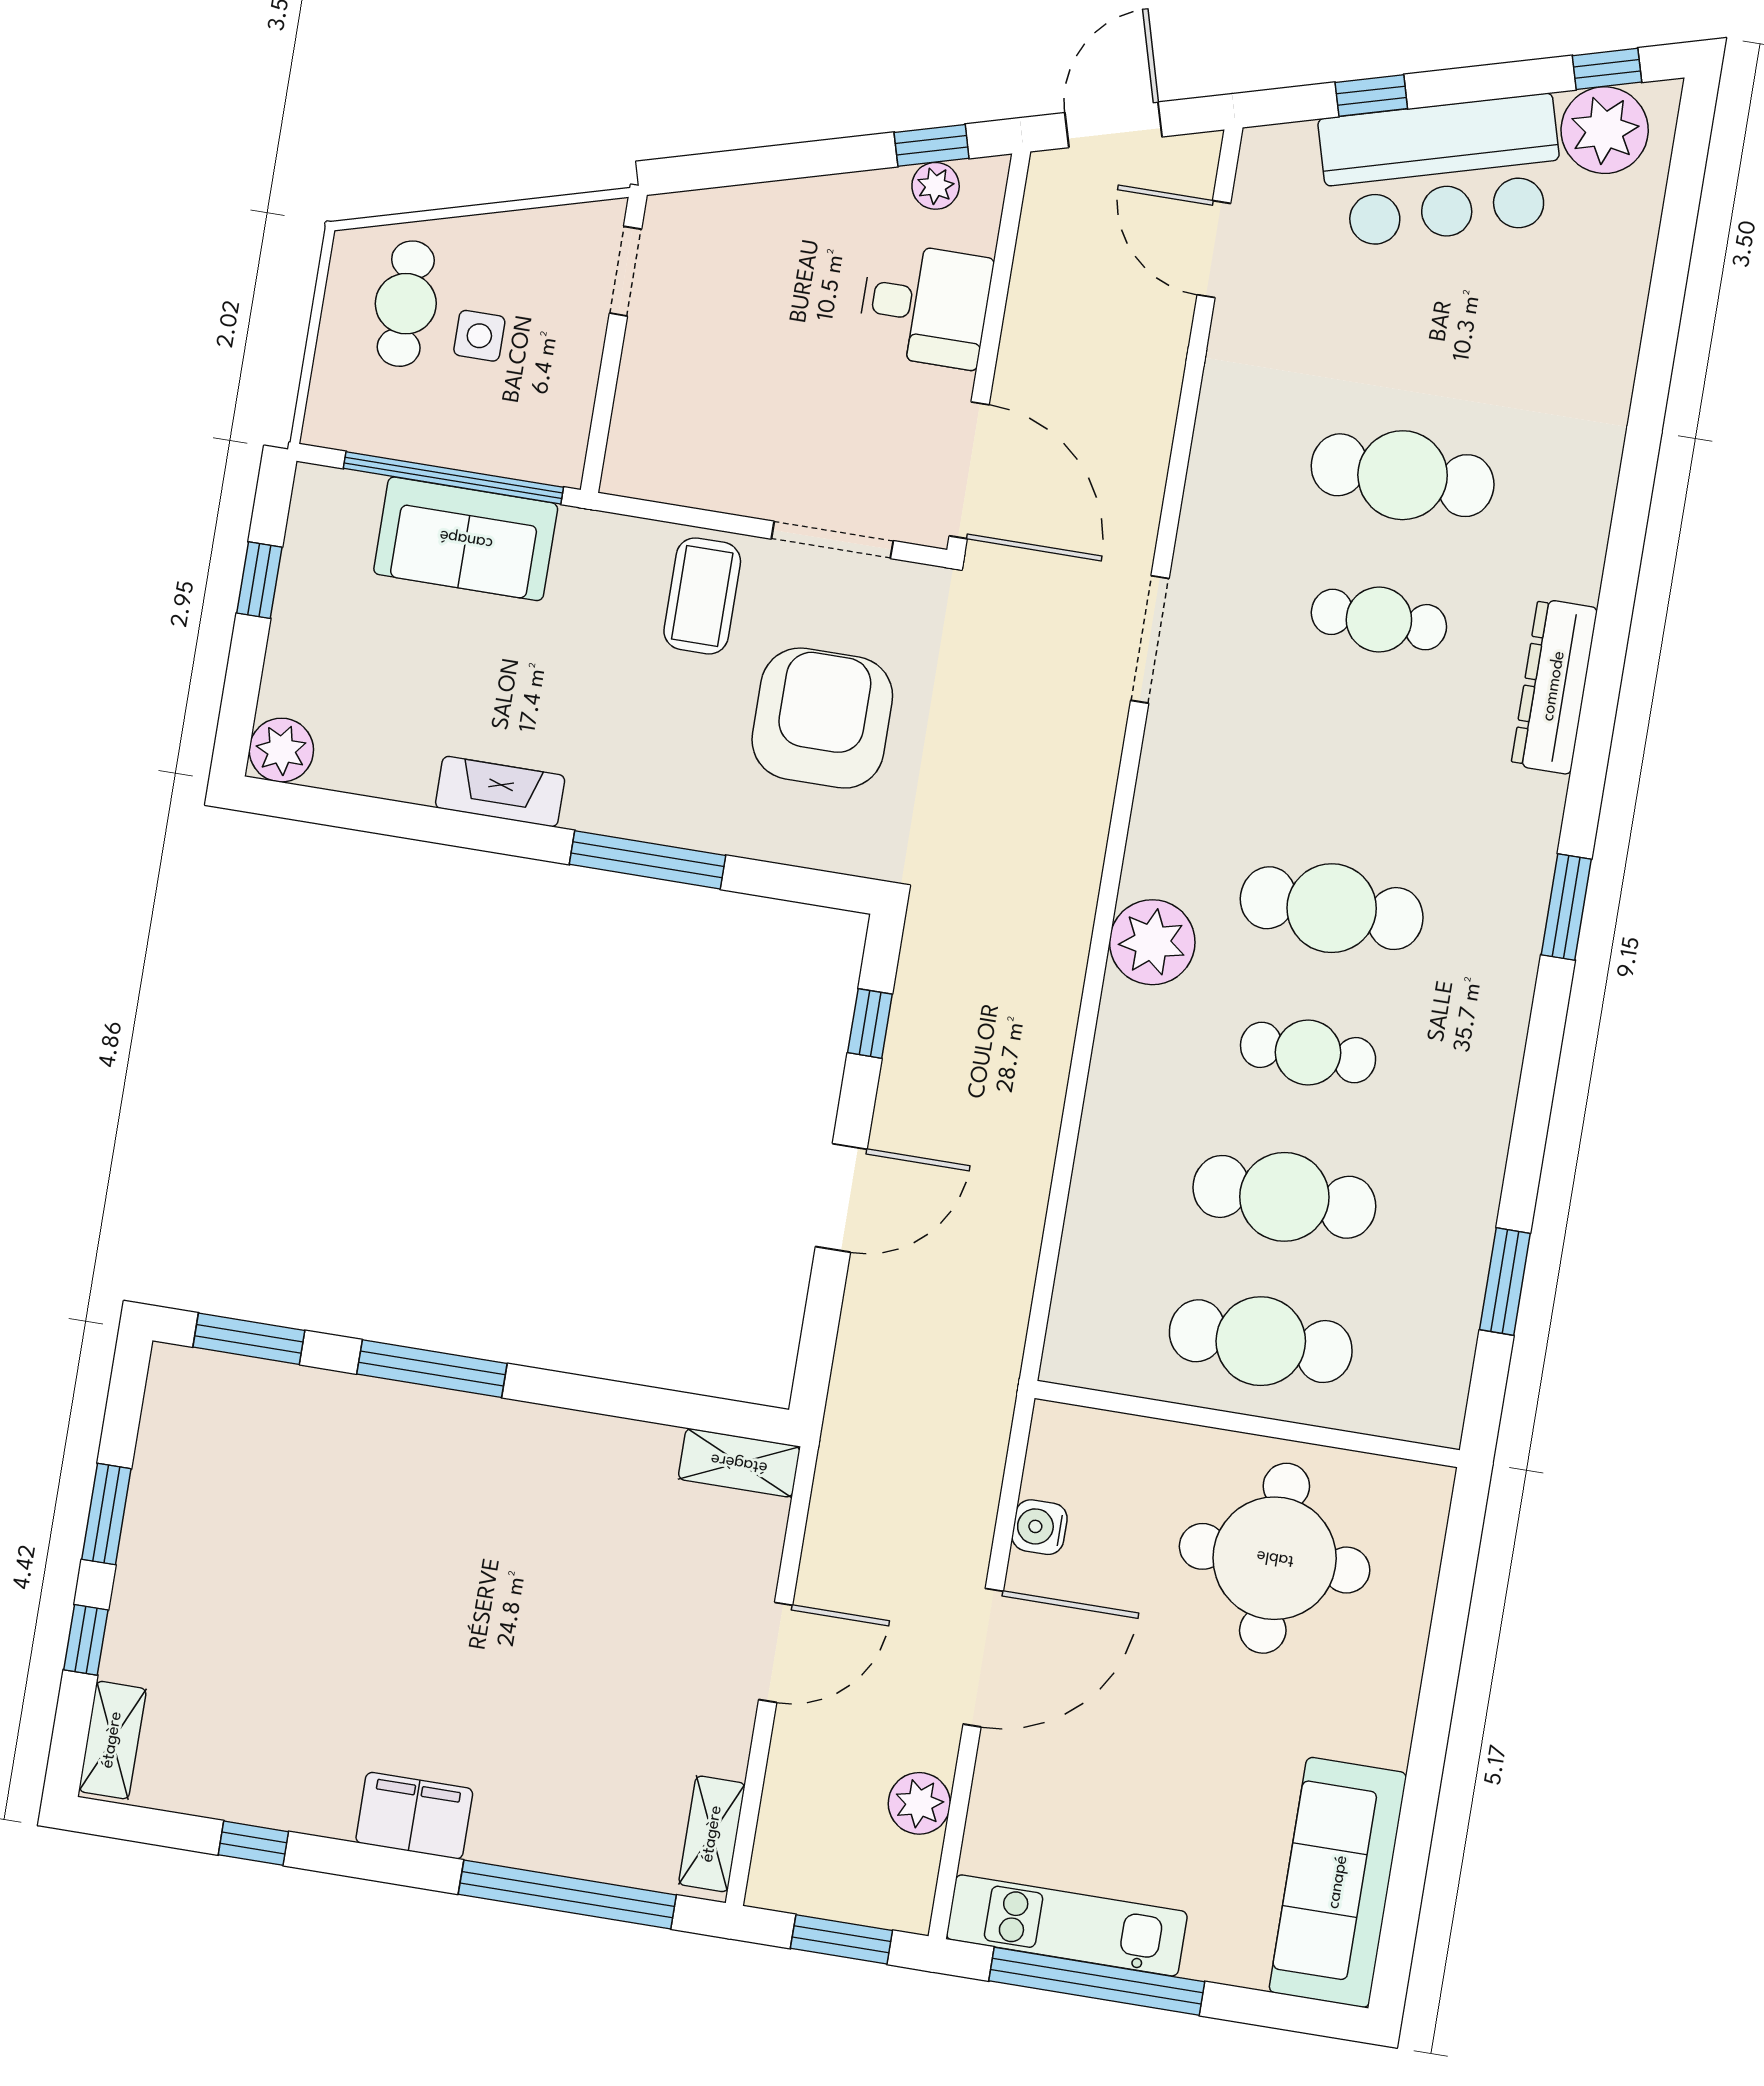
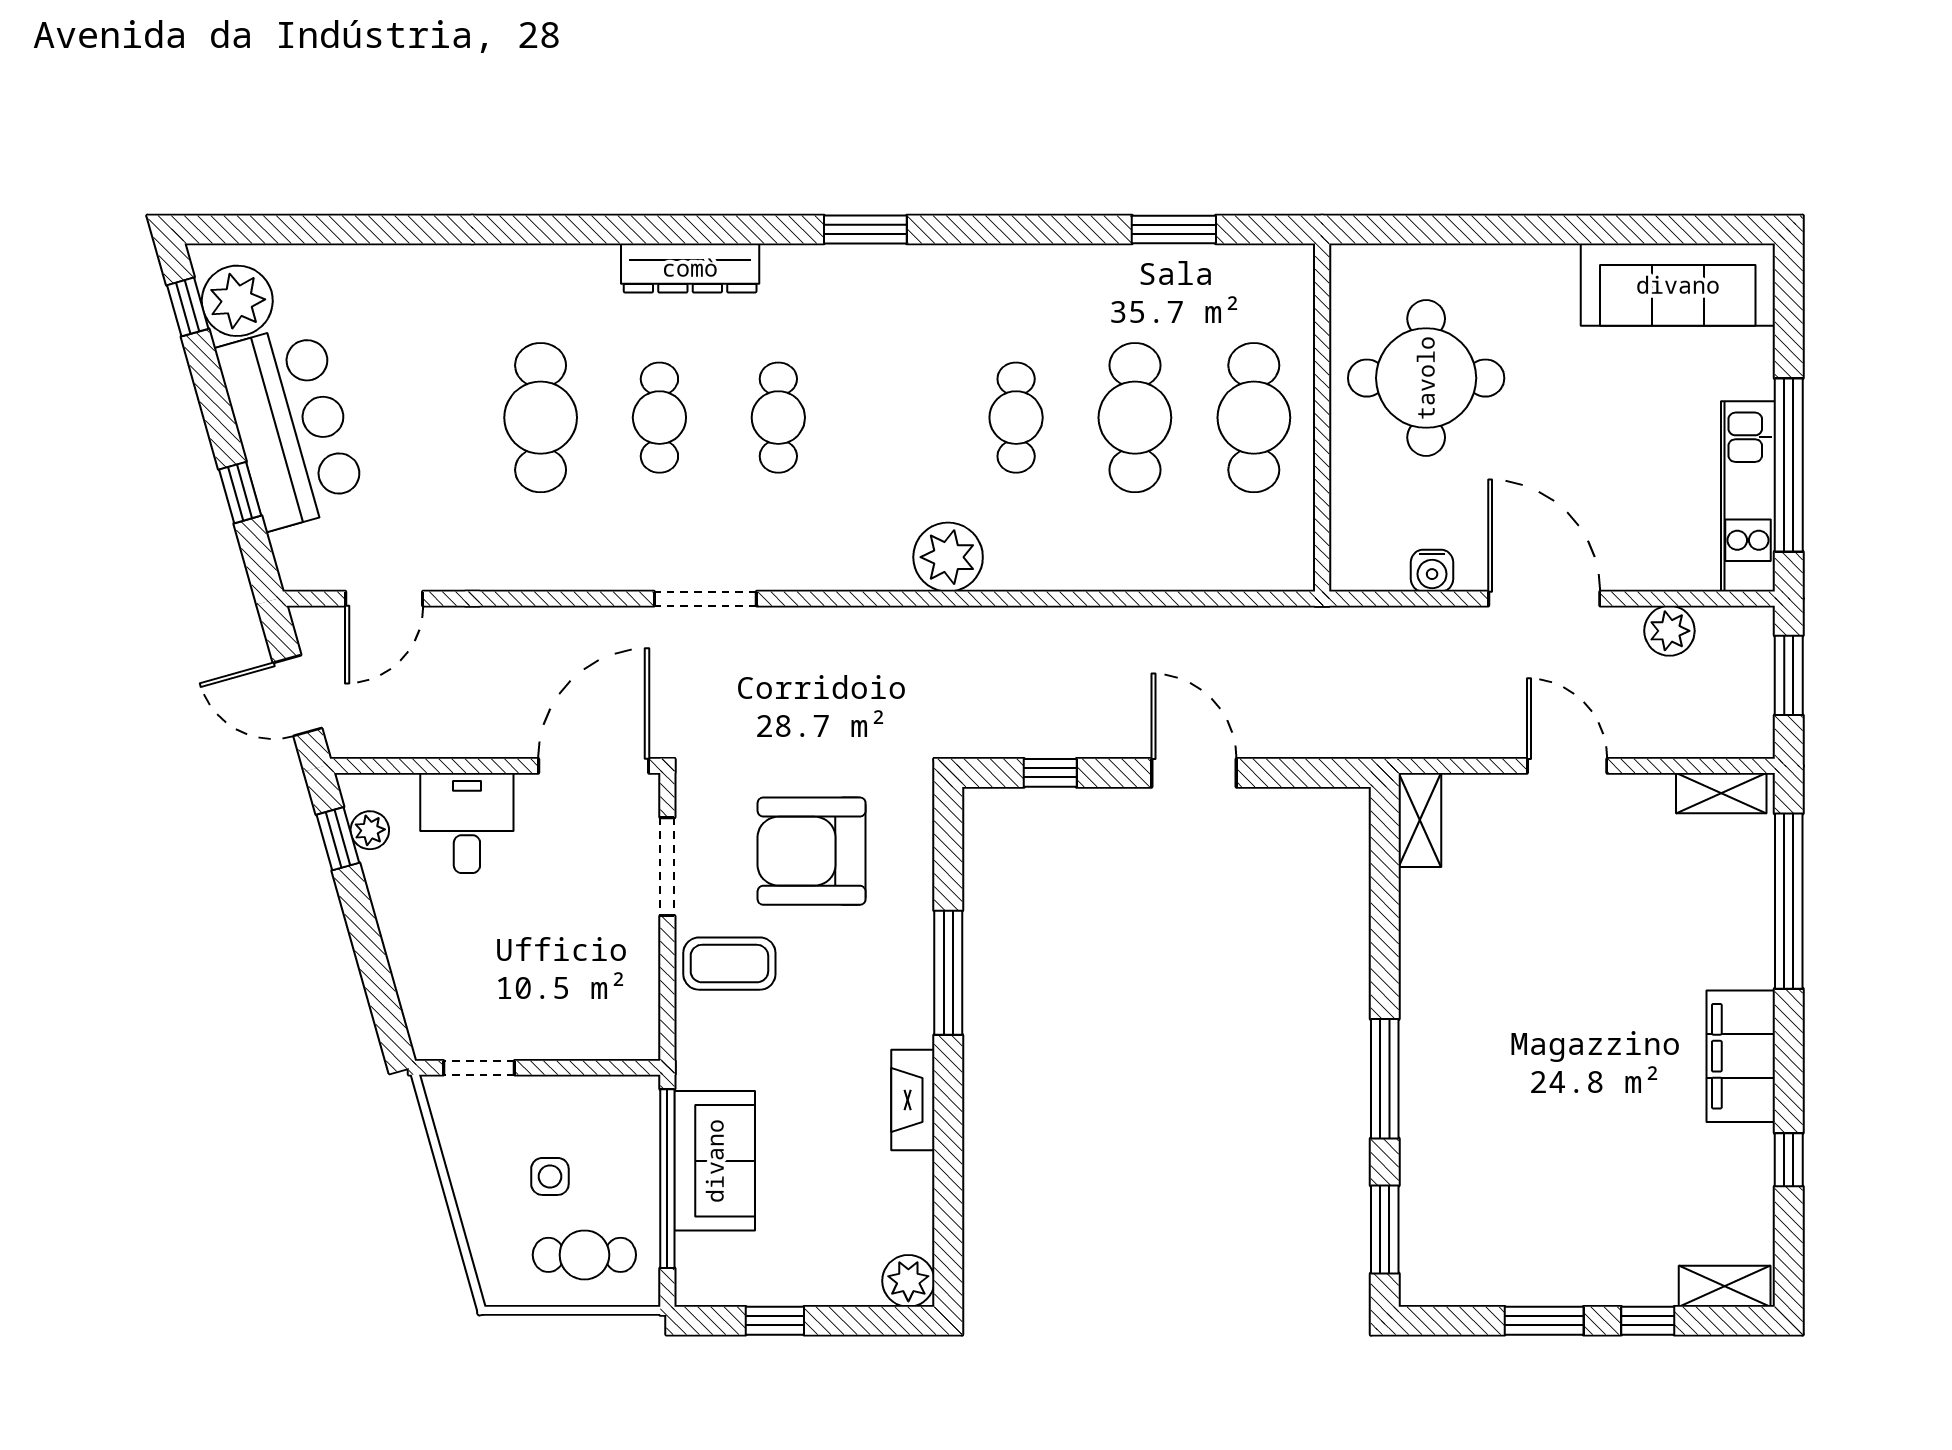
cafe table: (406, 304) -> (584, 1255), moved
cafe table: (1332, 908) -> (778, 418), moved, width x0.73, depth x0.74
filing cabinet: (414, 1816) -> (1741, 1056), width x1.50, depth x1.17

